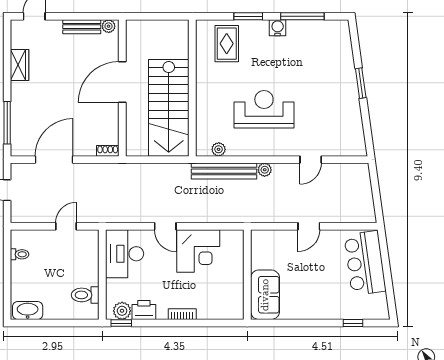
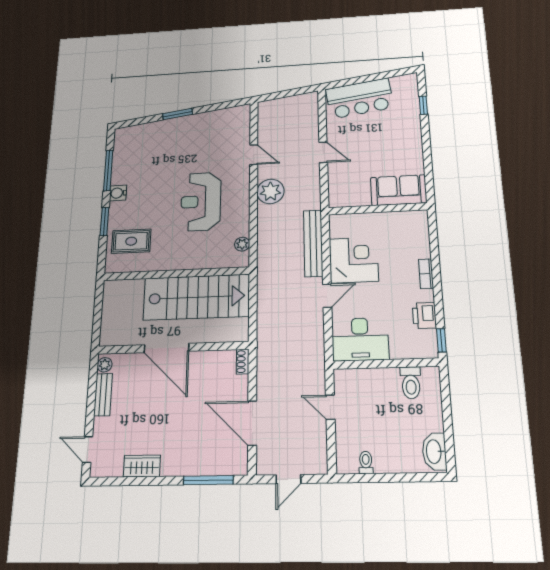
plant: (265, 170) -> (270, 191), width x1.88, depth x1.88
bench: (224, 171) -> (313, 243), moved
plant: (122, 311) -> (427, 340), removed

